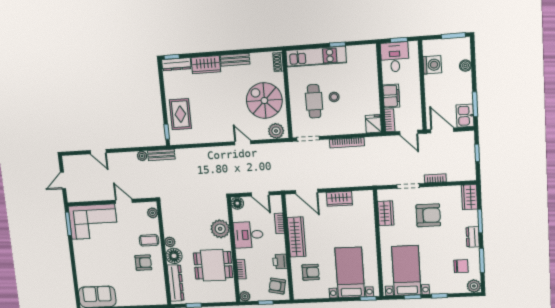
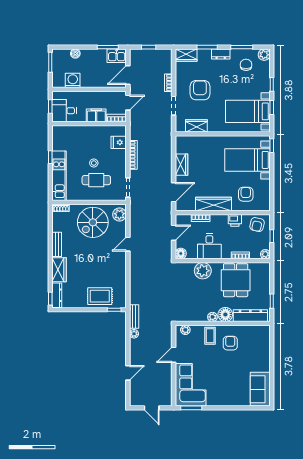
fridge: (373, 124) -> (119, 142), moved

